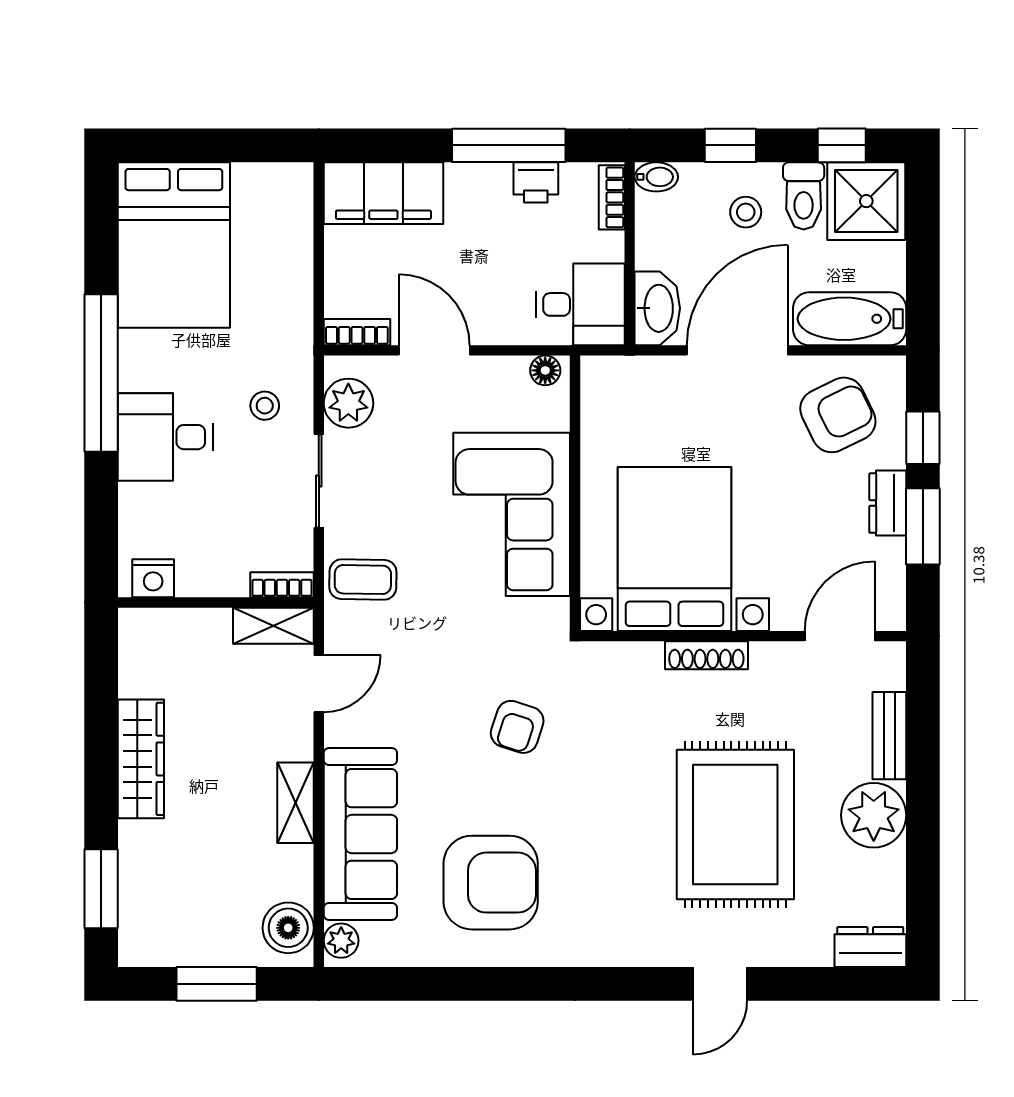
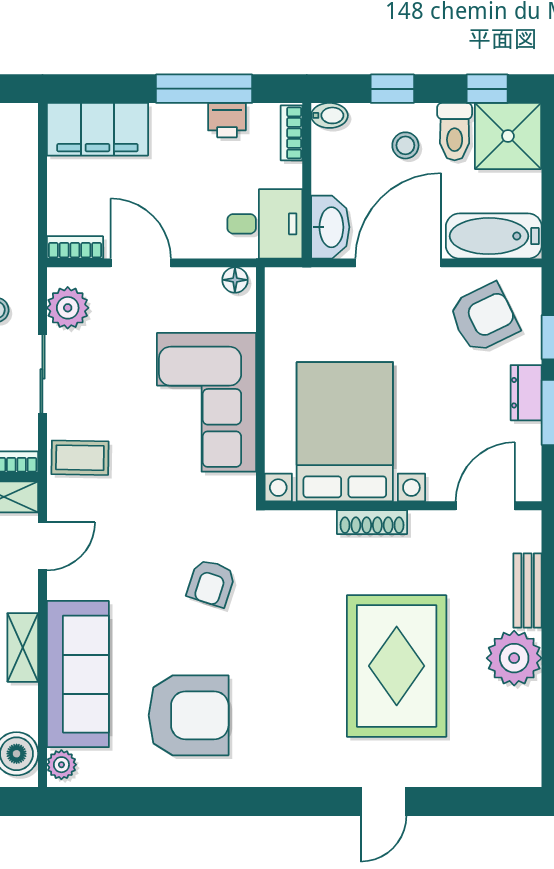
dresser: (870, 947) -> (511, 770), removed

